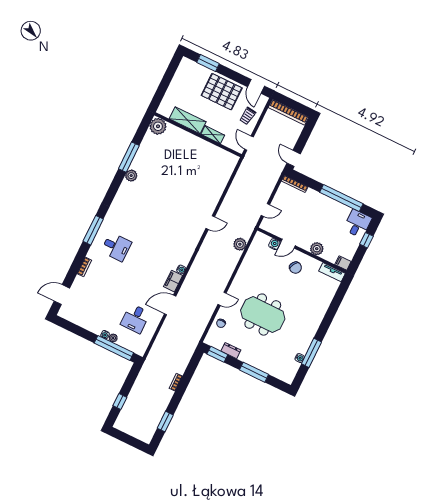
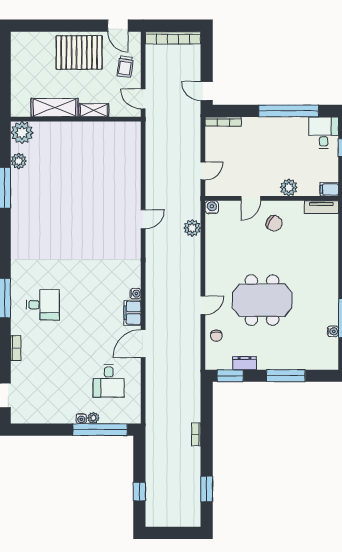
window: (208, 63) -> (45, 26), removed
plant: (131, 176) -> (19, 161), moved
water cooler: (274, 244) -> (212, 207), moved

